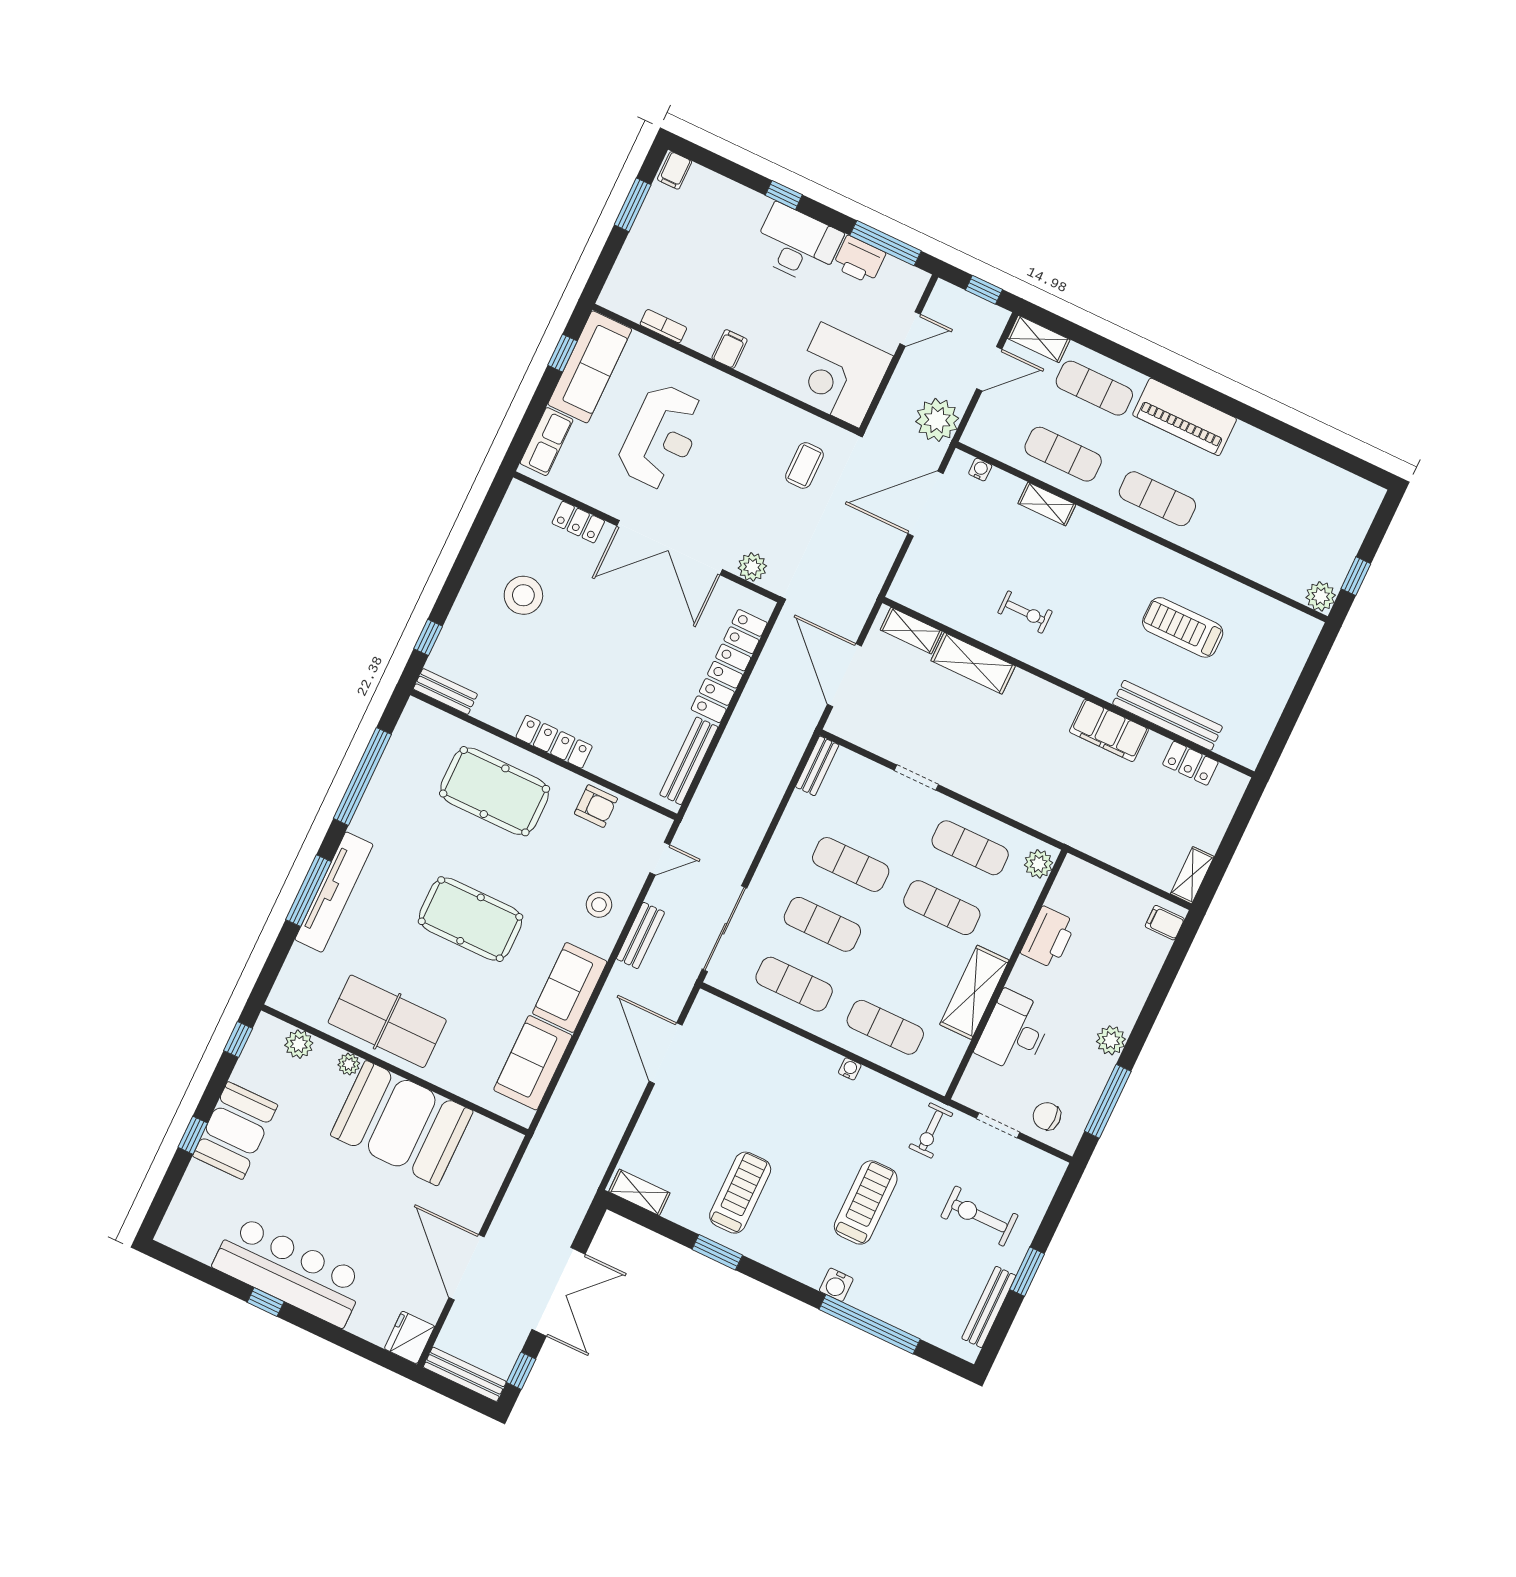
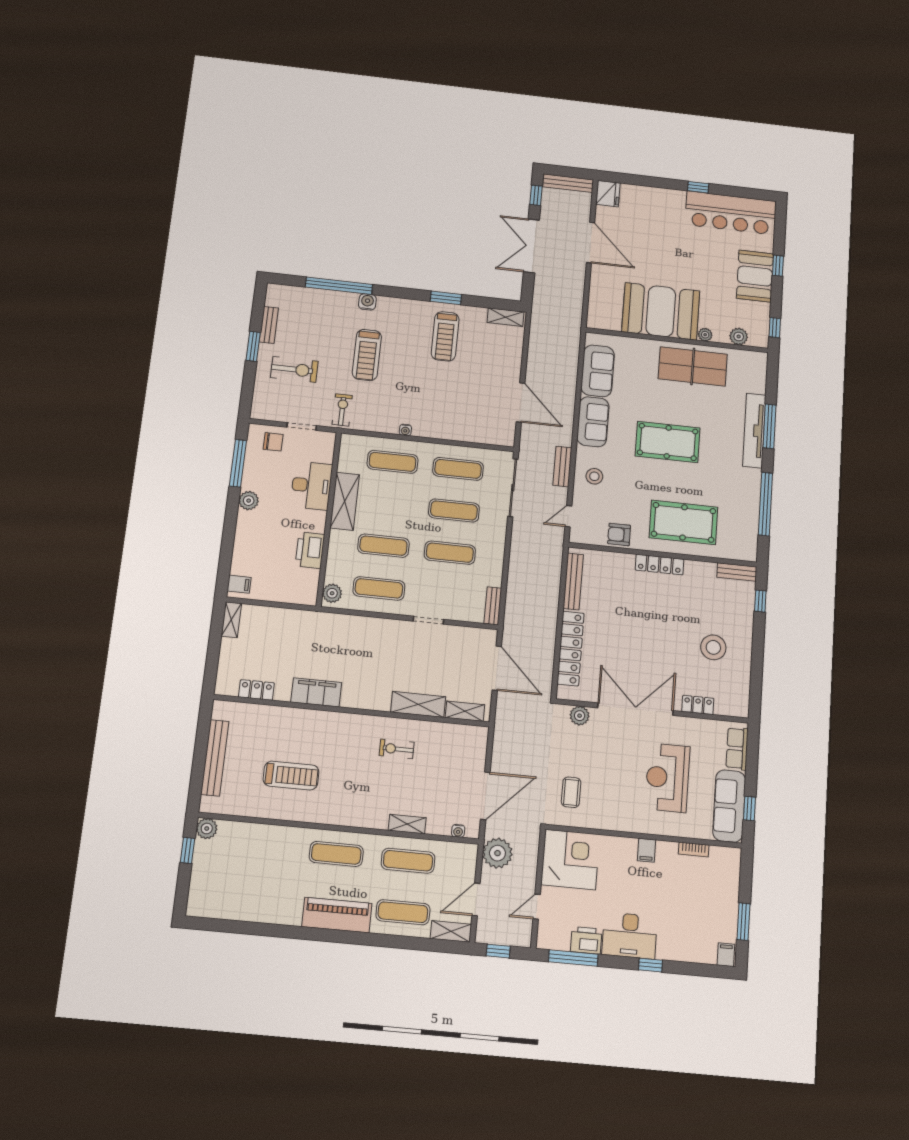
bench: (1168, 715) -> (215, 758), moved, turned 90
bar counter: (290, 1271) -> (731, 213), moved
bench: (989, 1307) -> (269, 325), width x0.73

